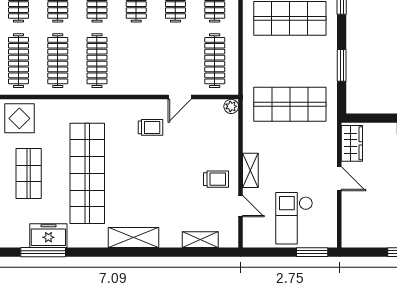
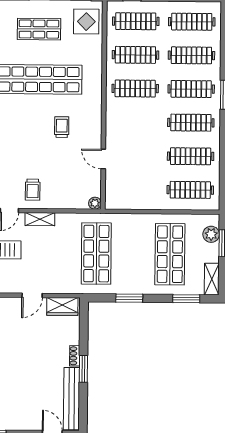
clothes rail: (215, 61) -> (134, 189), removed
trolley: (150, 127) -> (62, 127), moved, turned 180

